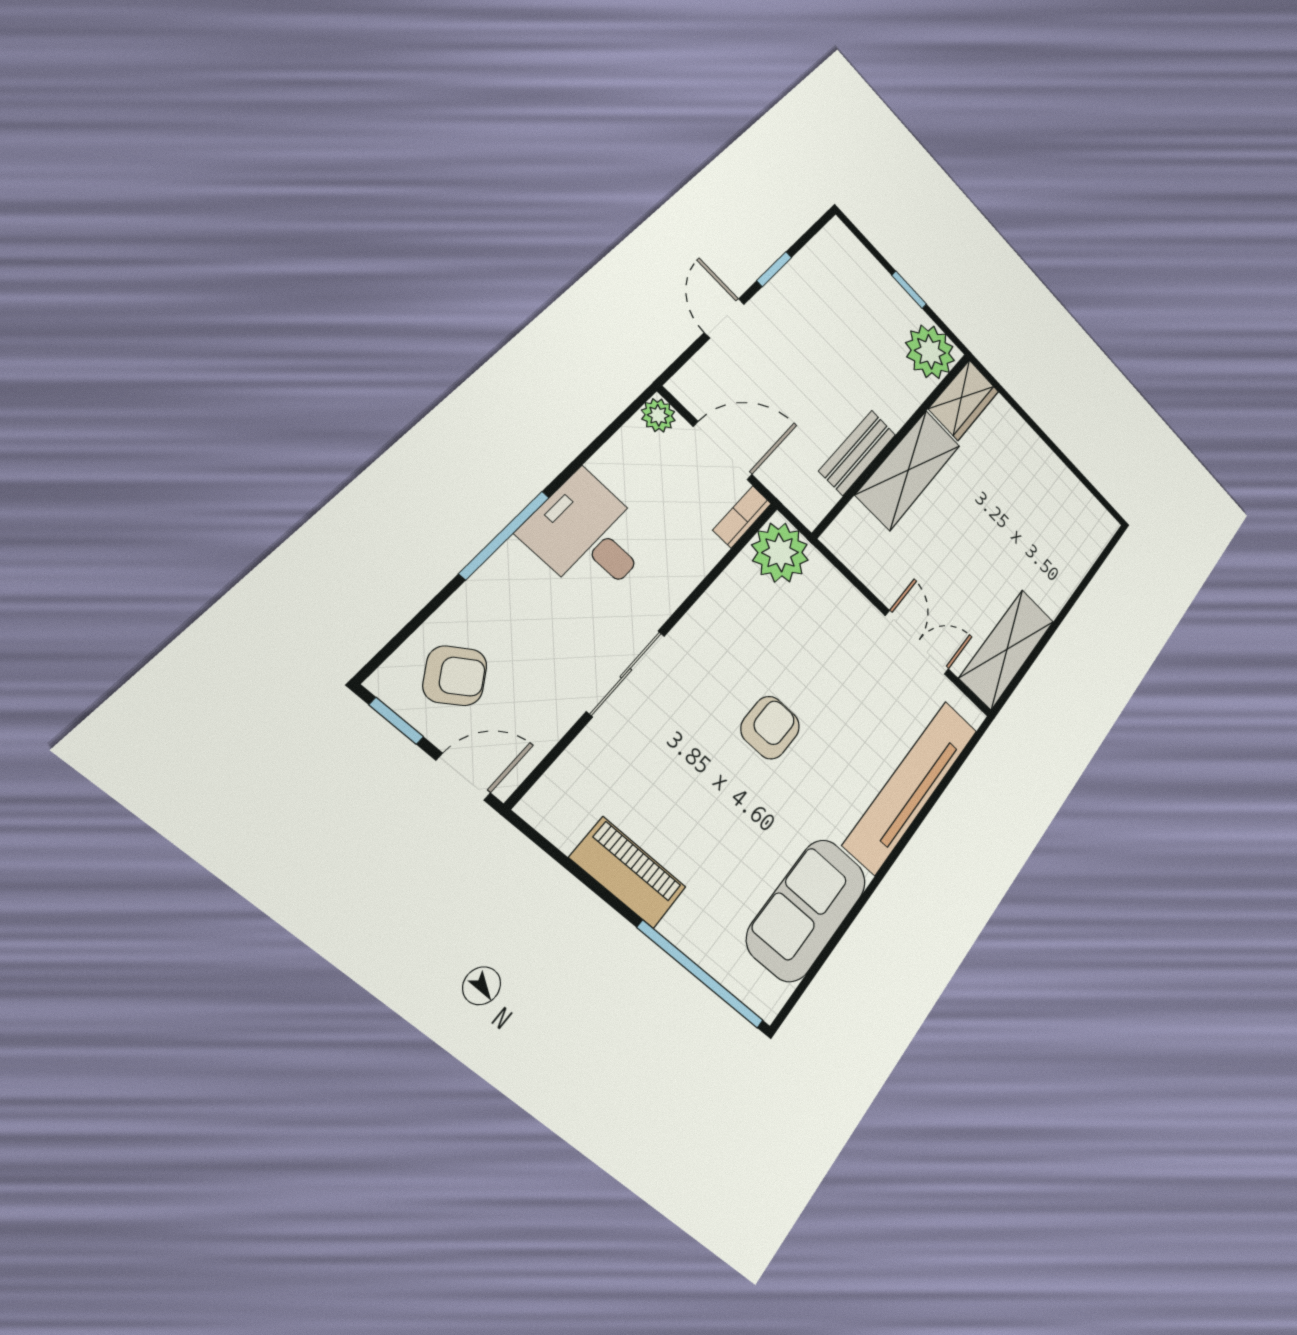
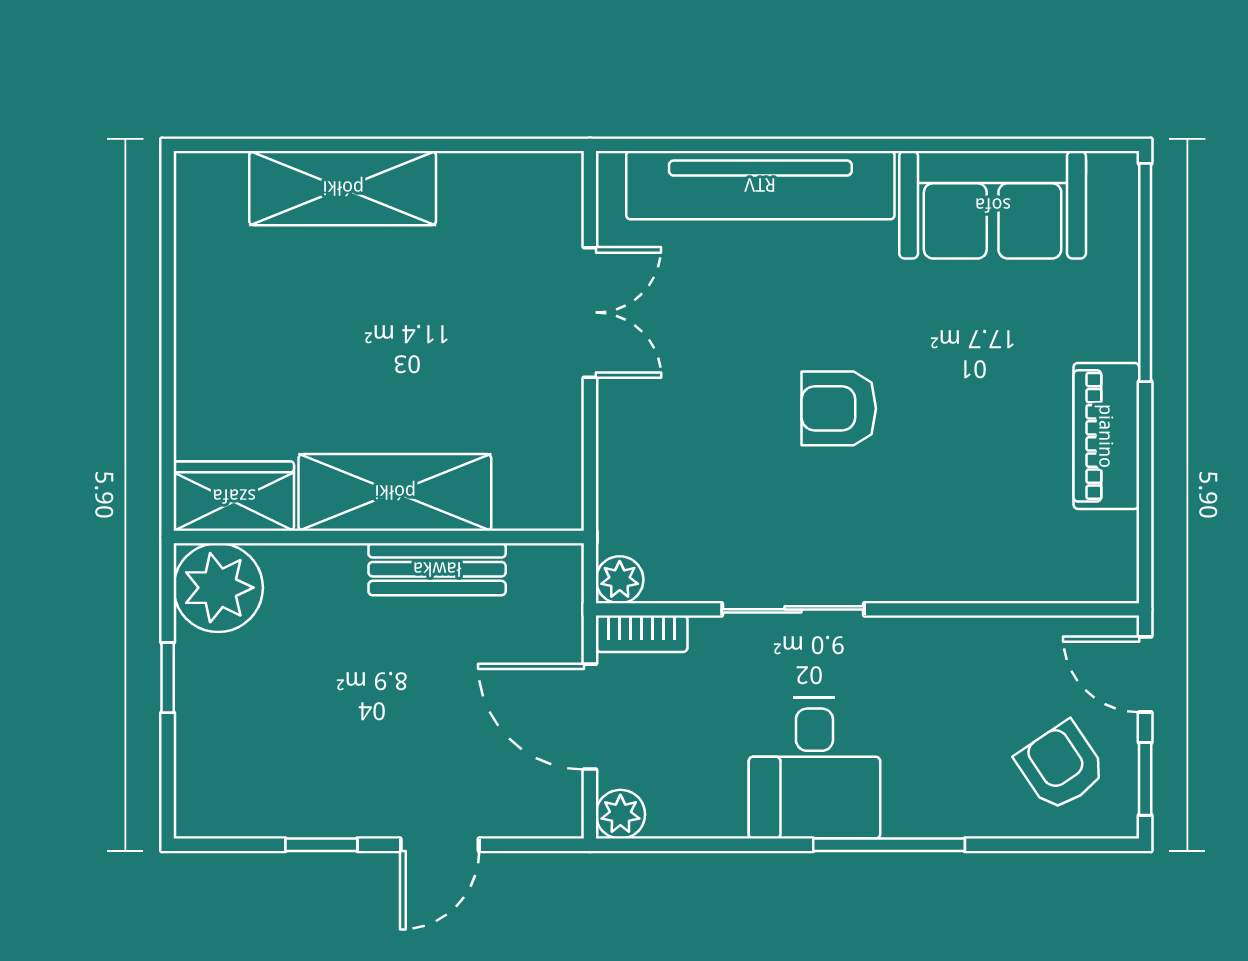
plant: (780, 553) -> (620, 580), width x0.53, depth x0.53
double door: (917, 642) -> (590, 312), swing flipped
shelving: (1007, 649) -> (343, 188), moved
sliding door: (626, 673) -> (793, 609), moved

